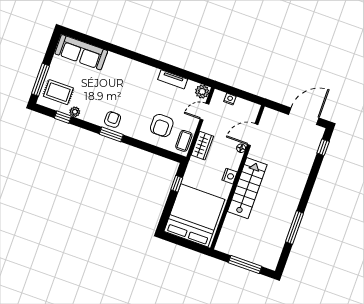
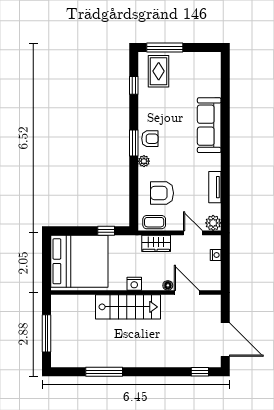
sofa: (81, 52) -> (209, 125), moved
plant: (75, 112) -> (144, 161), moved

